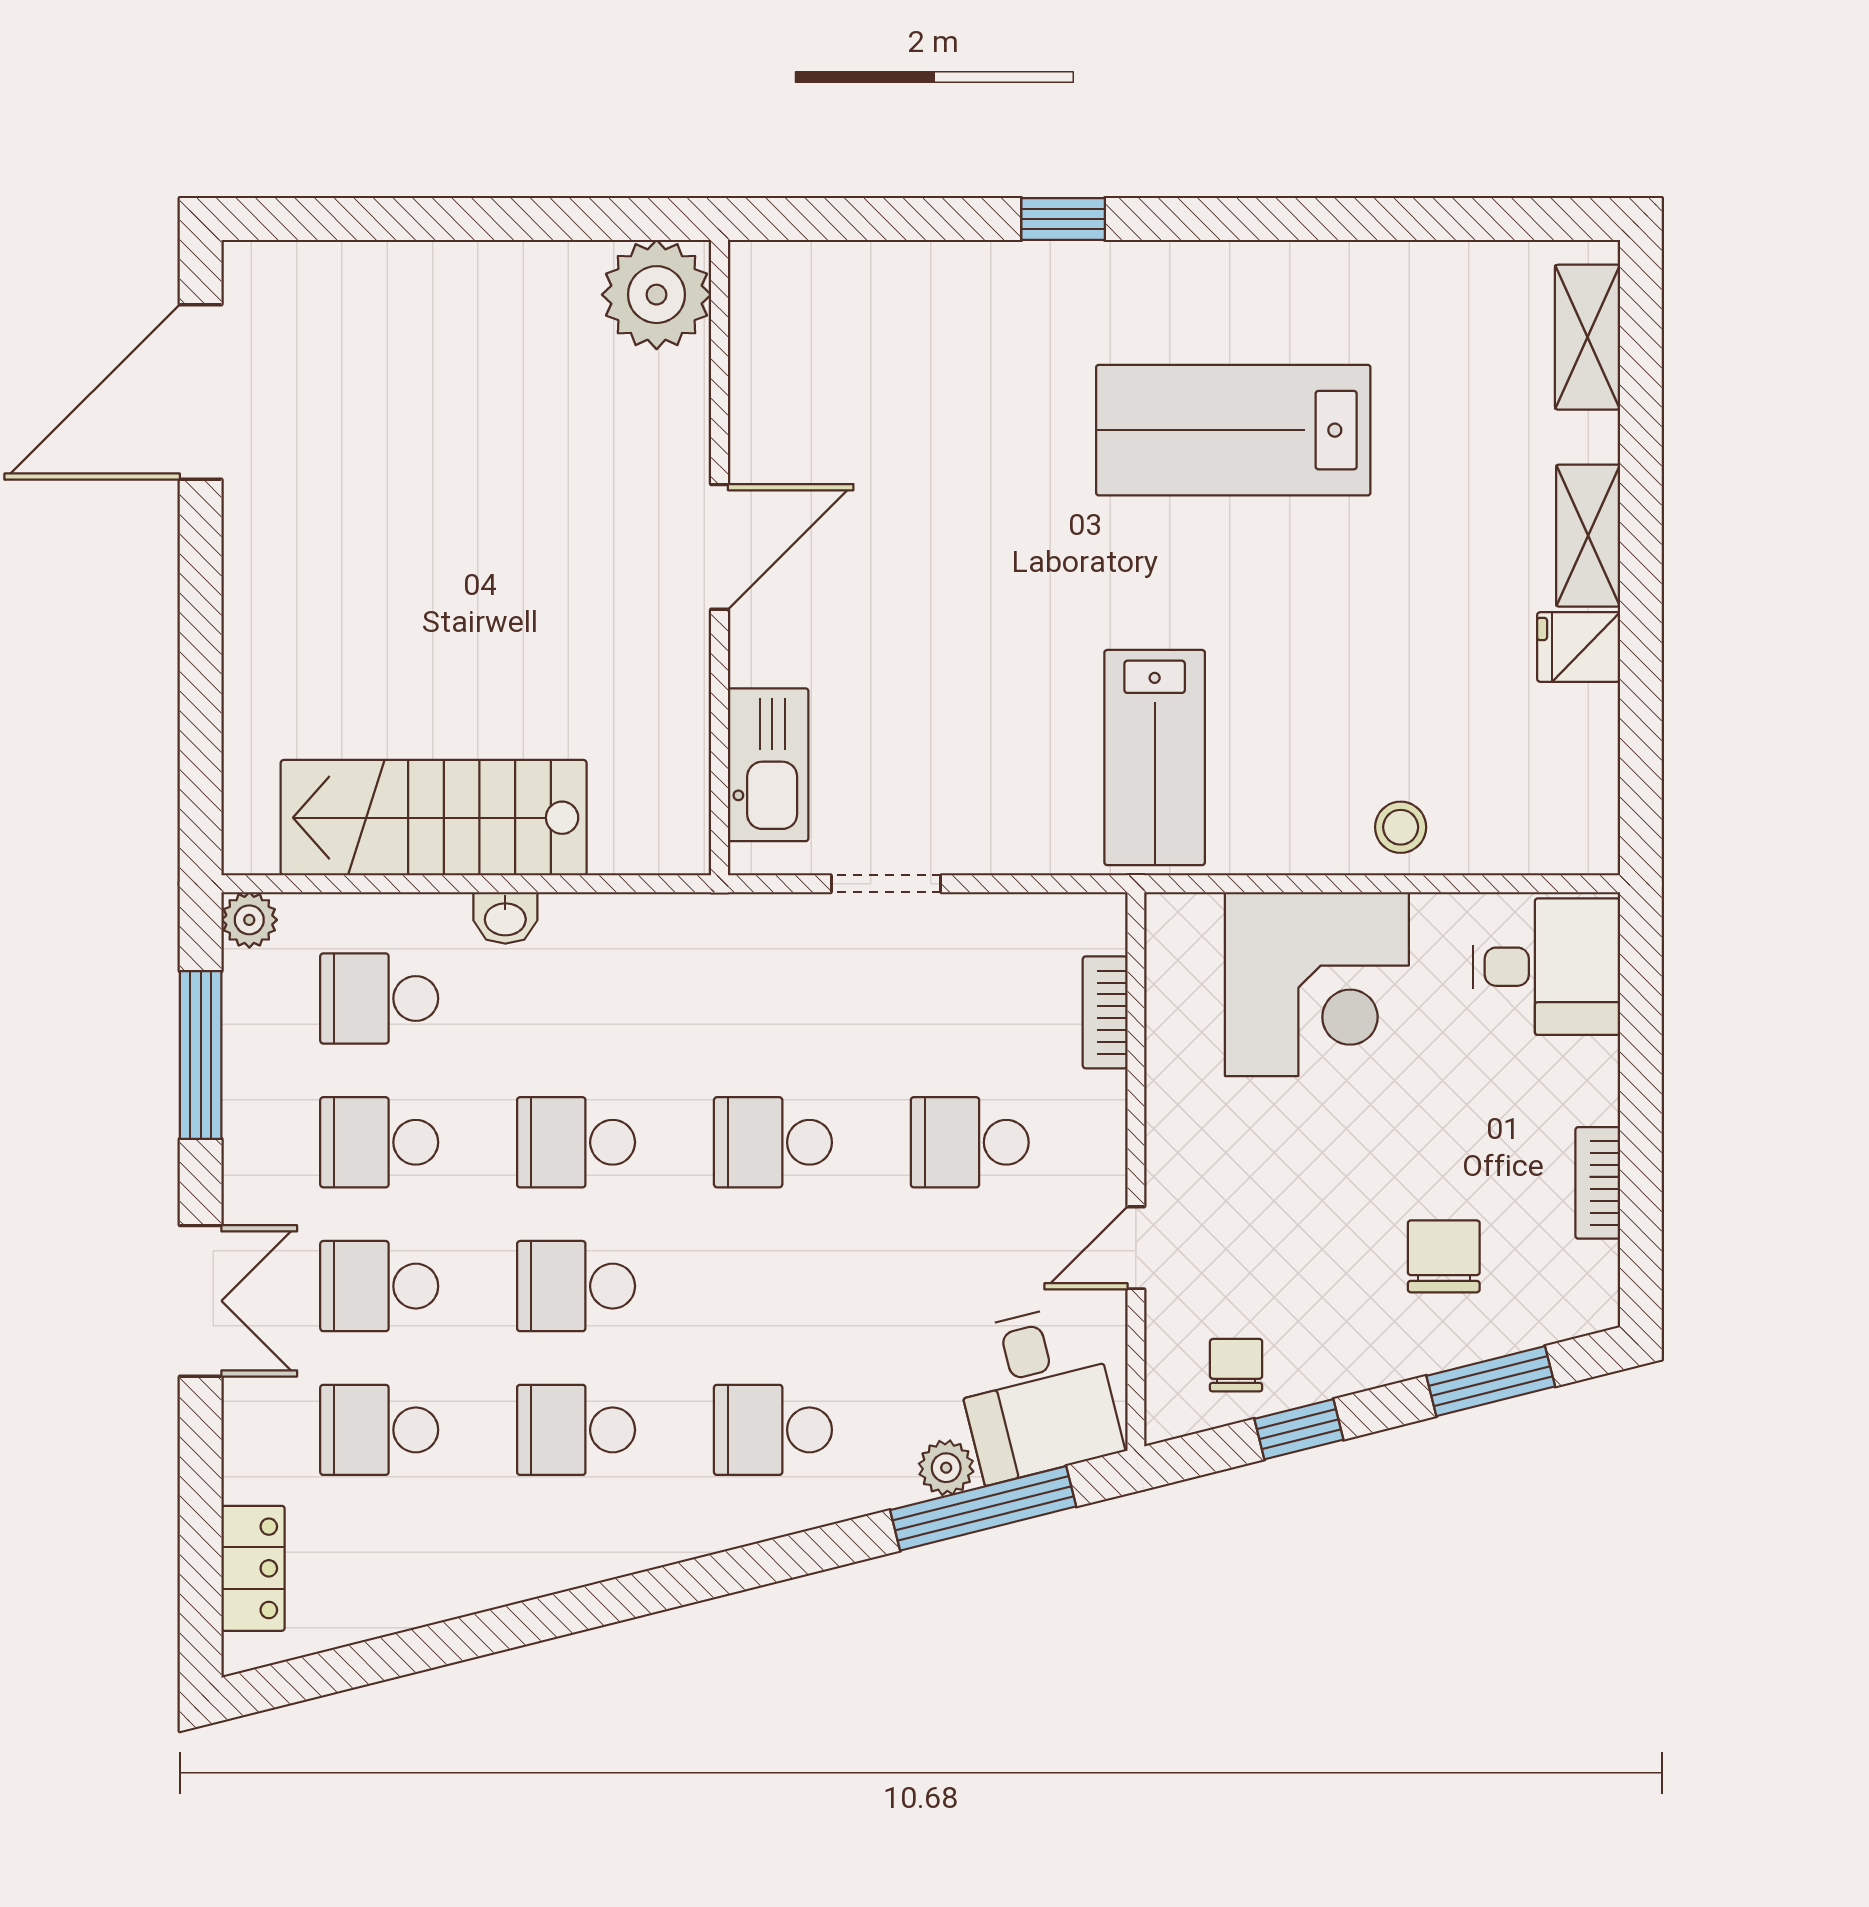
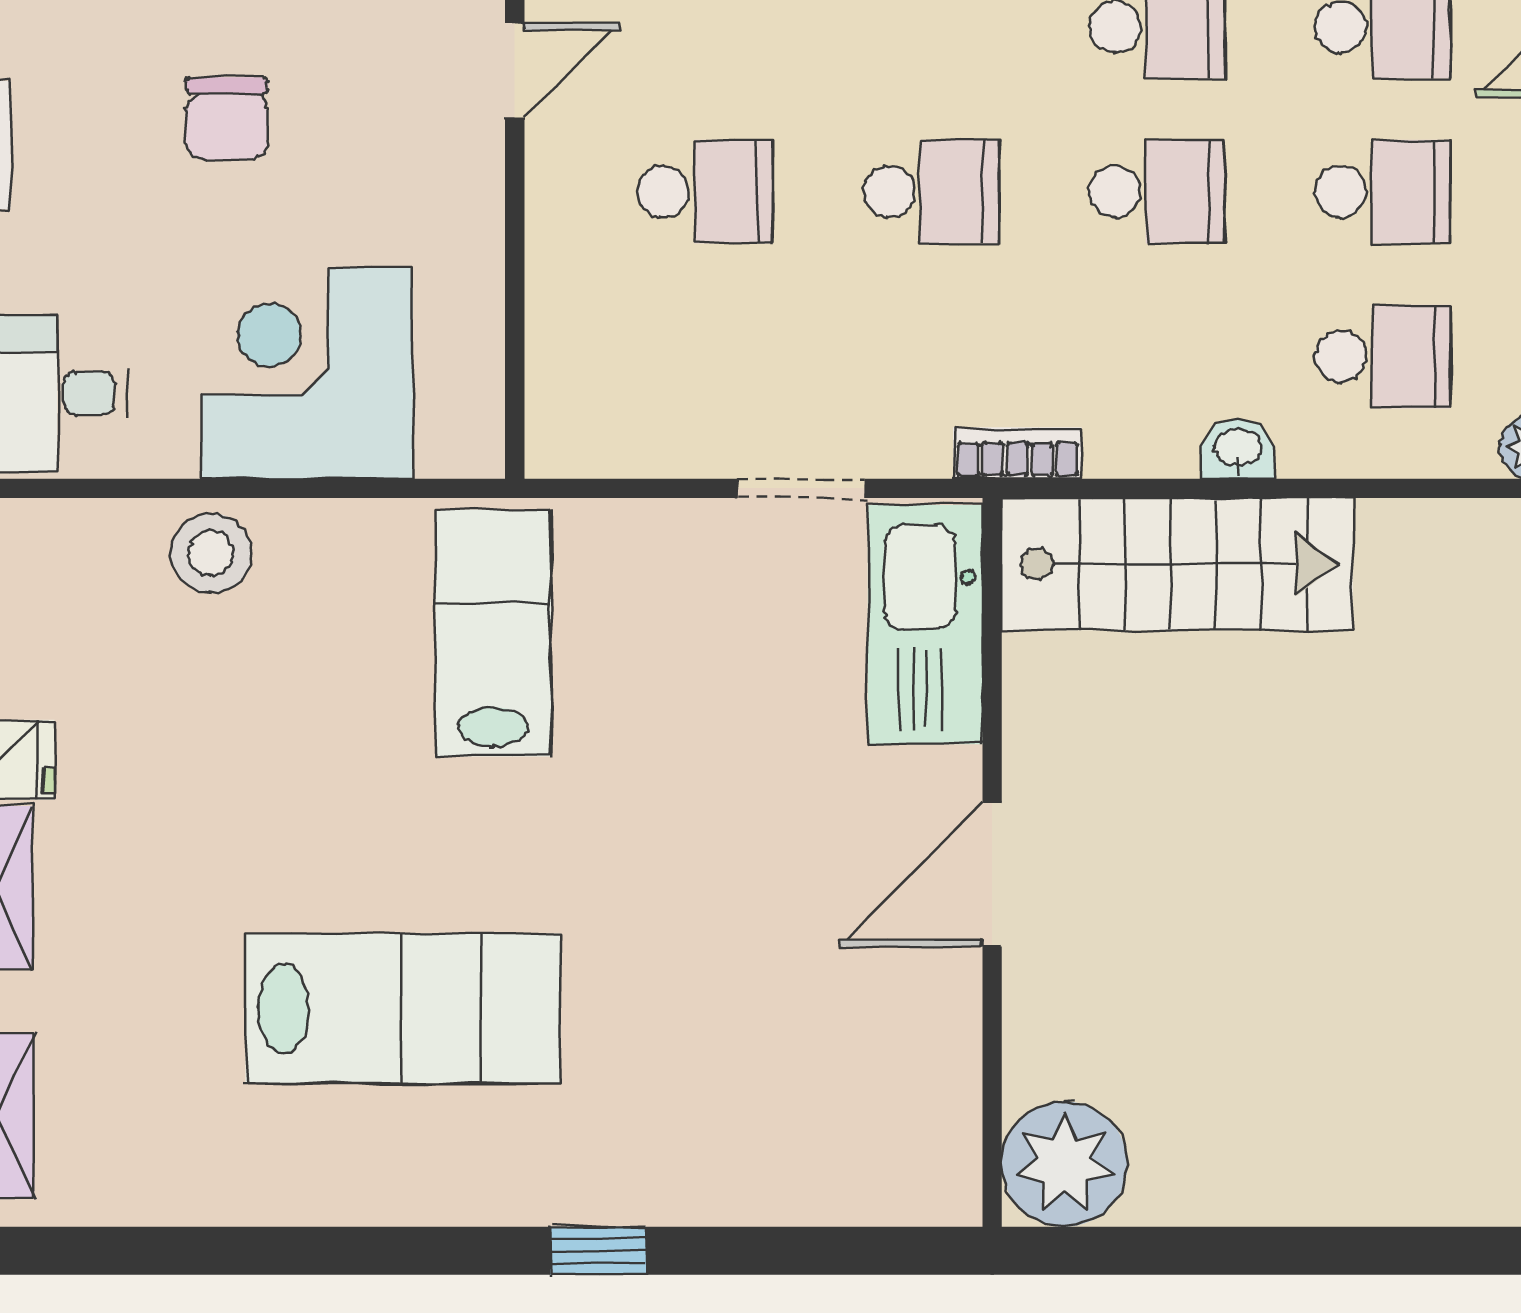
kitchen sink: (768, 765) -> (925, 625), width x1.36, depth x1.24
stairs: (434, 818) -> (1177, 564), moved
stool: (1401, 827) -> (211, 553), width x1.37, depth x1.37
bookcase: (1105, 1012) -> (1017, 453), moved, turned -90
chair: (1444, 1256) -> (227, 118), moved

